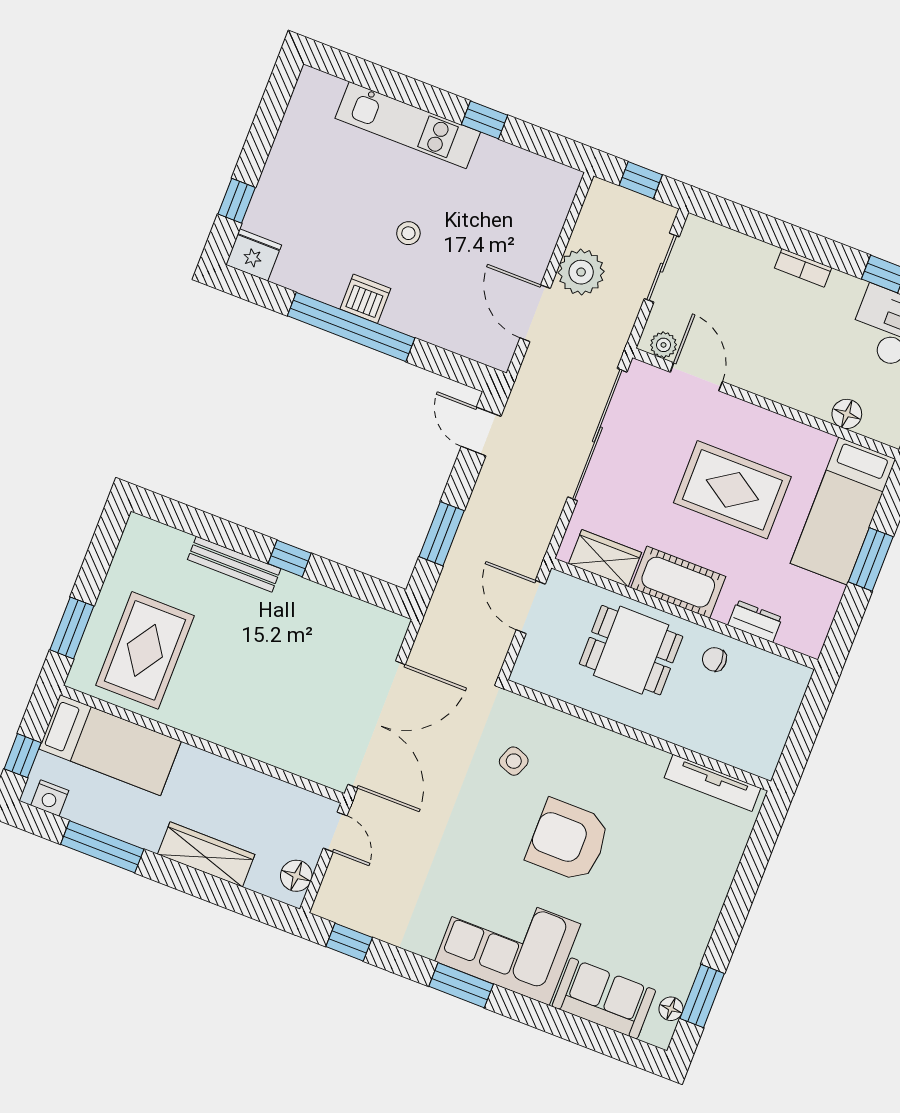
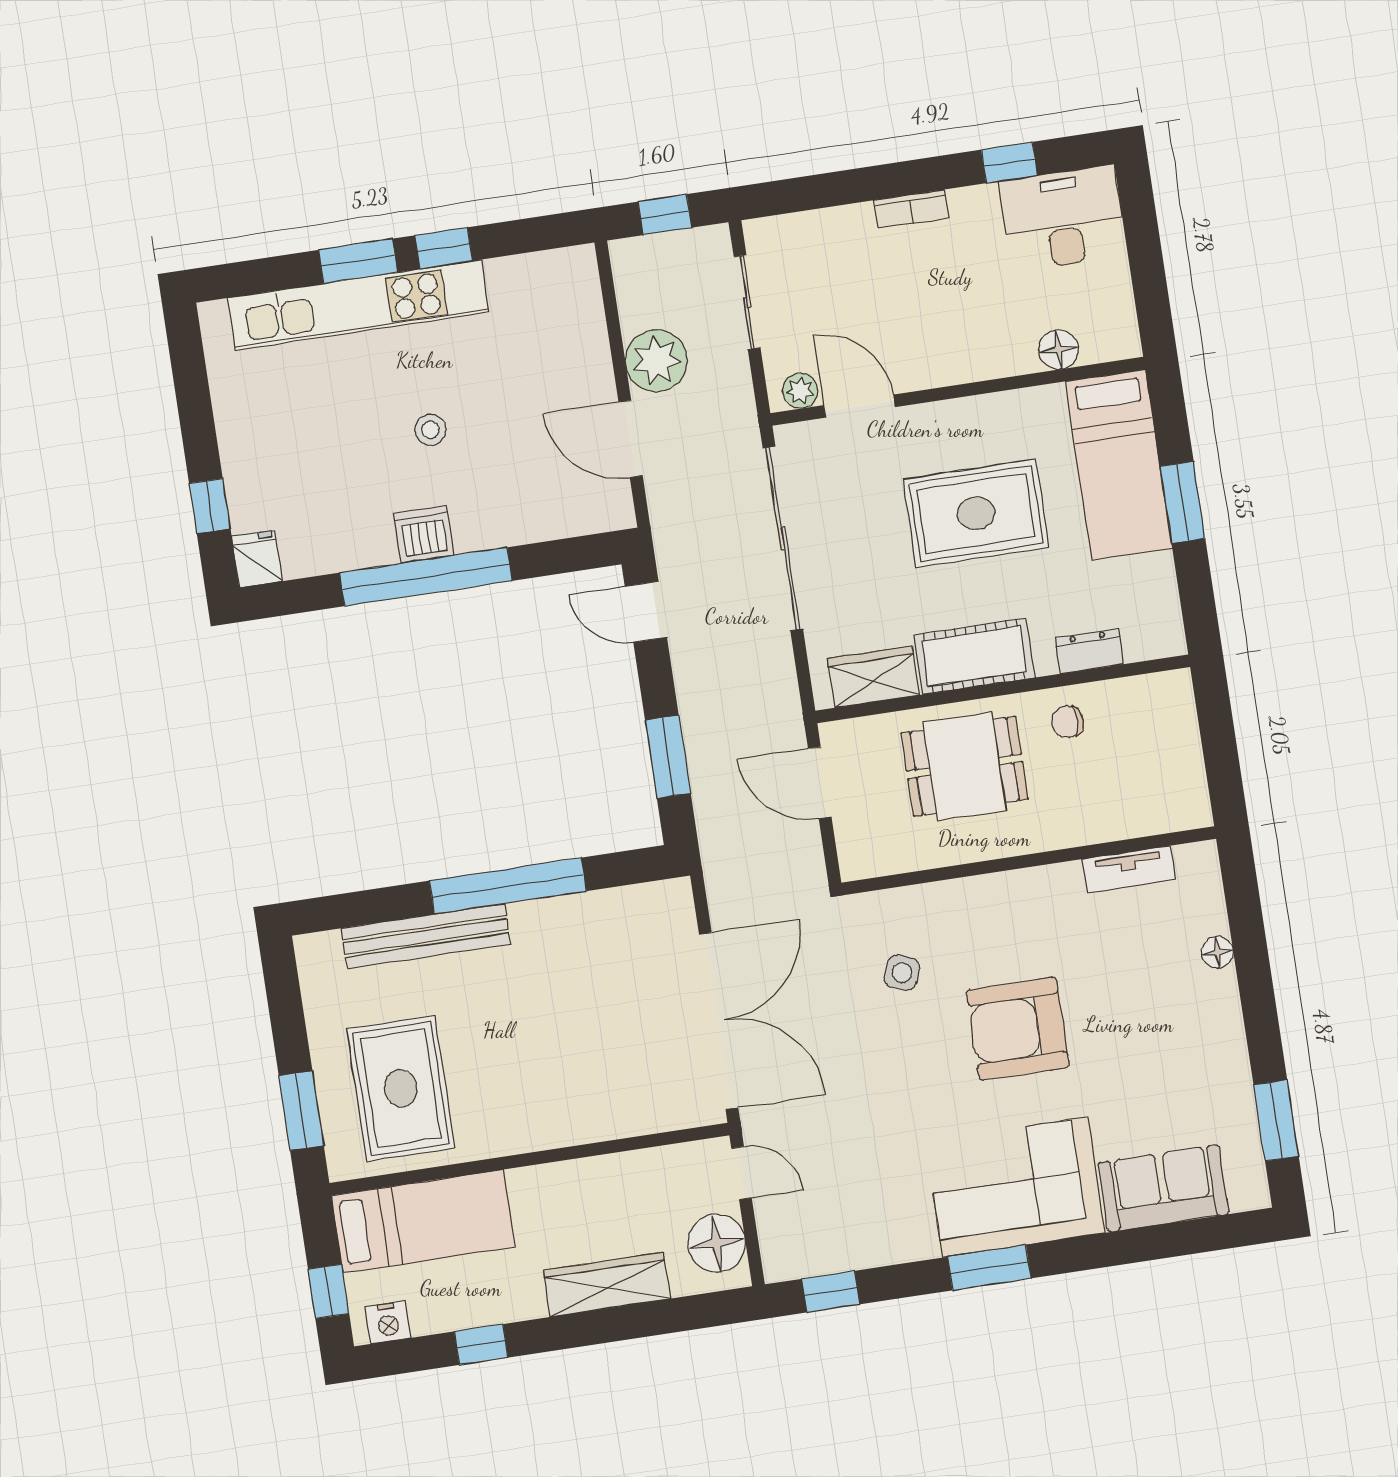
window: (424, 97) -> (358, 261), added
kitchen unit: (408, 125) -> (358, 305), width x1.36
fridge: (254, 255) -> (257, 559), width x0.72
window: (290, 558) -> (508, 886), width x3.17
bench: (234, 564) -> (426, 936), width x1.37, depth x1.21
tv unit: (713, 783) -> (1129, 869), width x0.71
window: (102, 847) -> (481, 1344), width x0.46
floor lamp: (296, 876) -> (717, 1243), width x1.38, depth x1.38
floor lamp: (671, 1009) -> (1217, 952), moved

